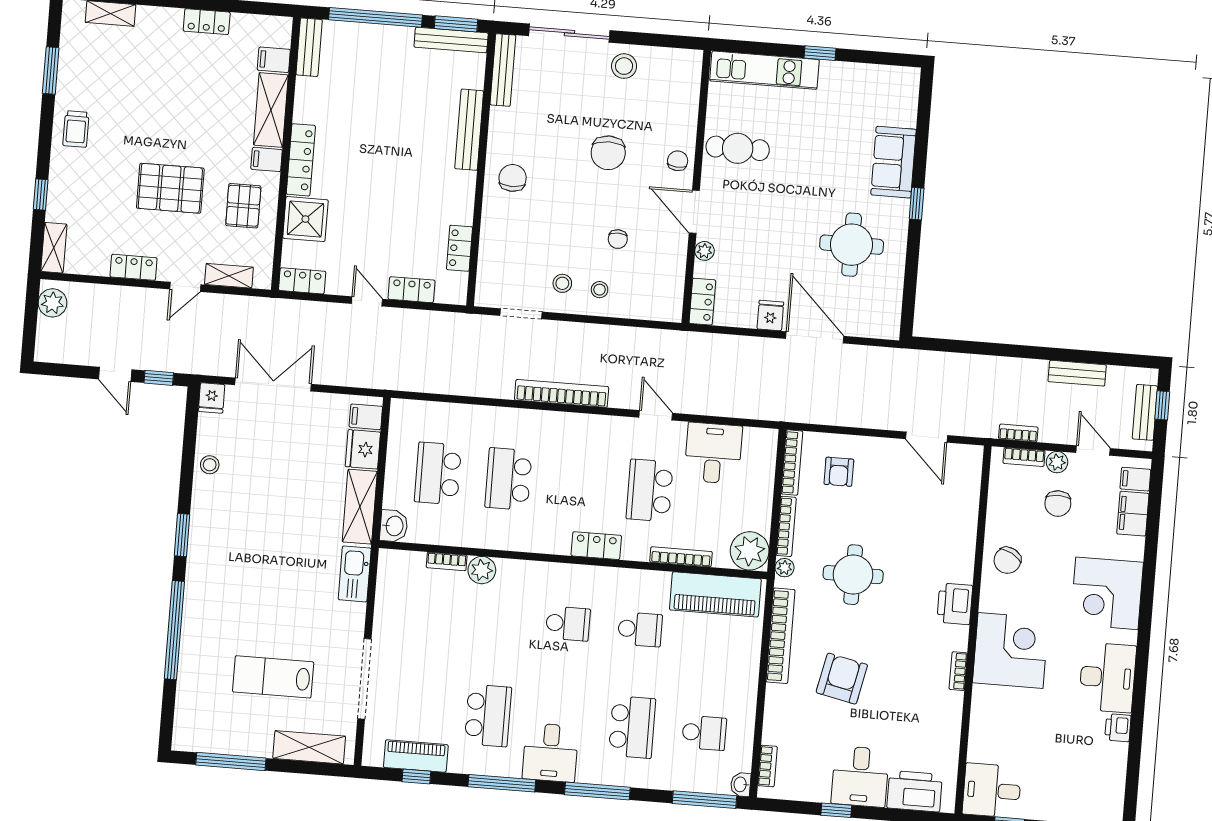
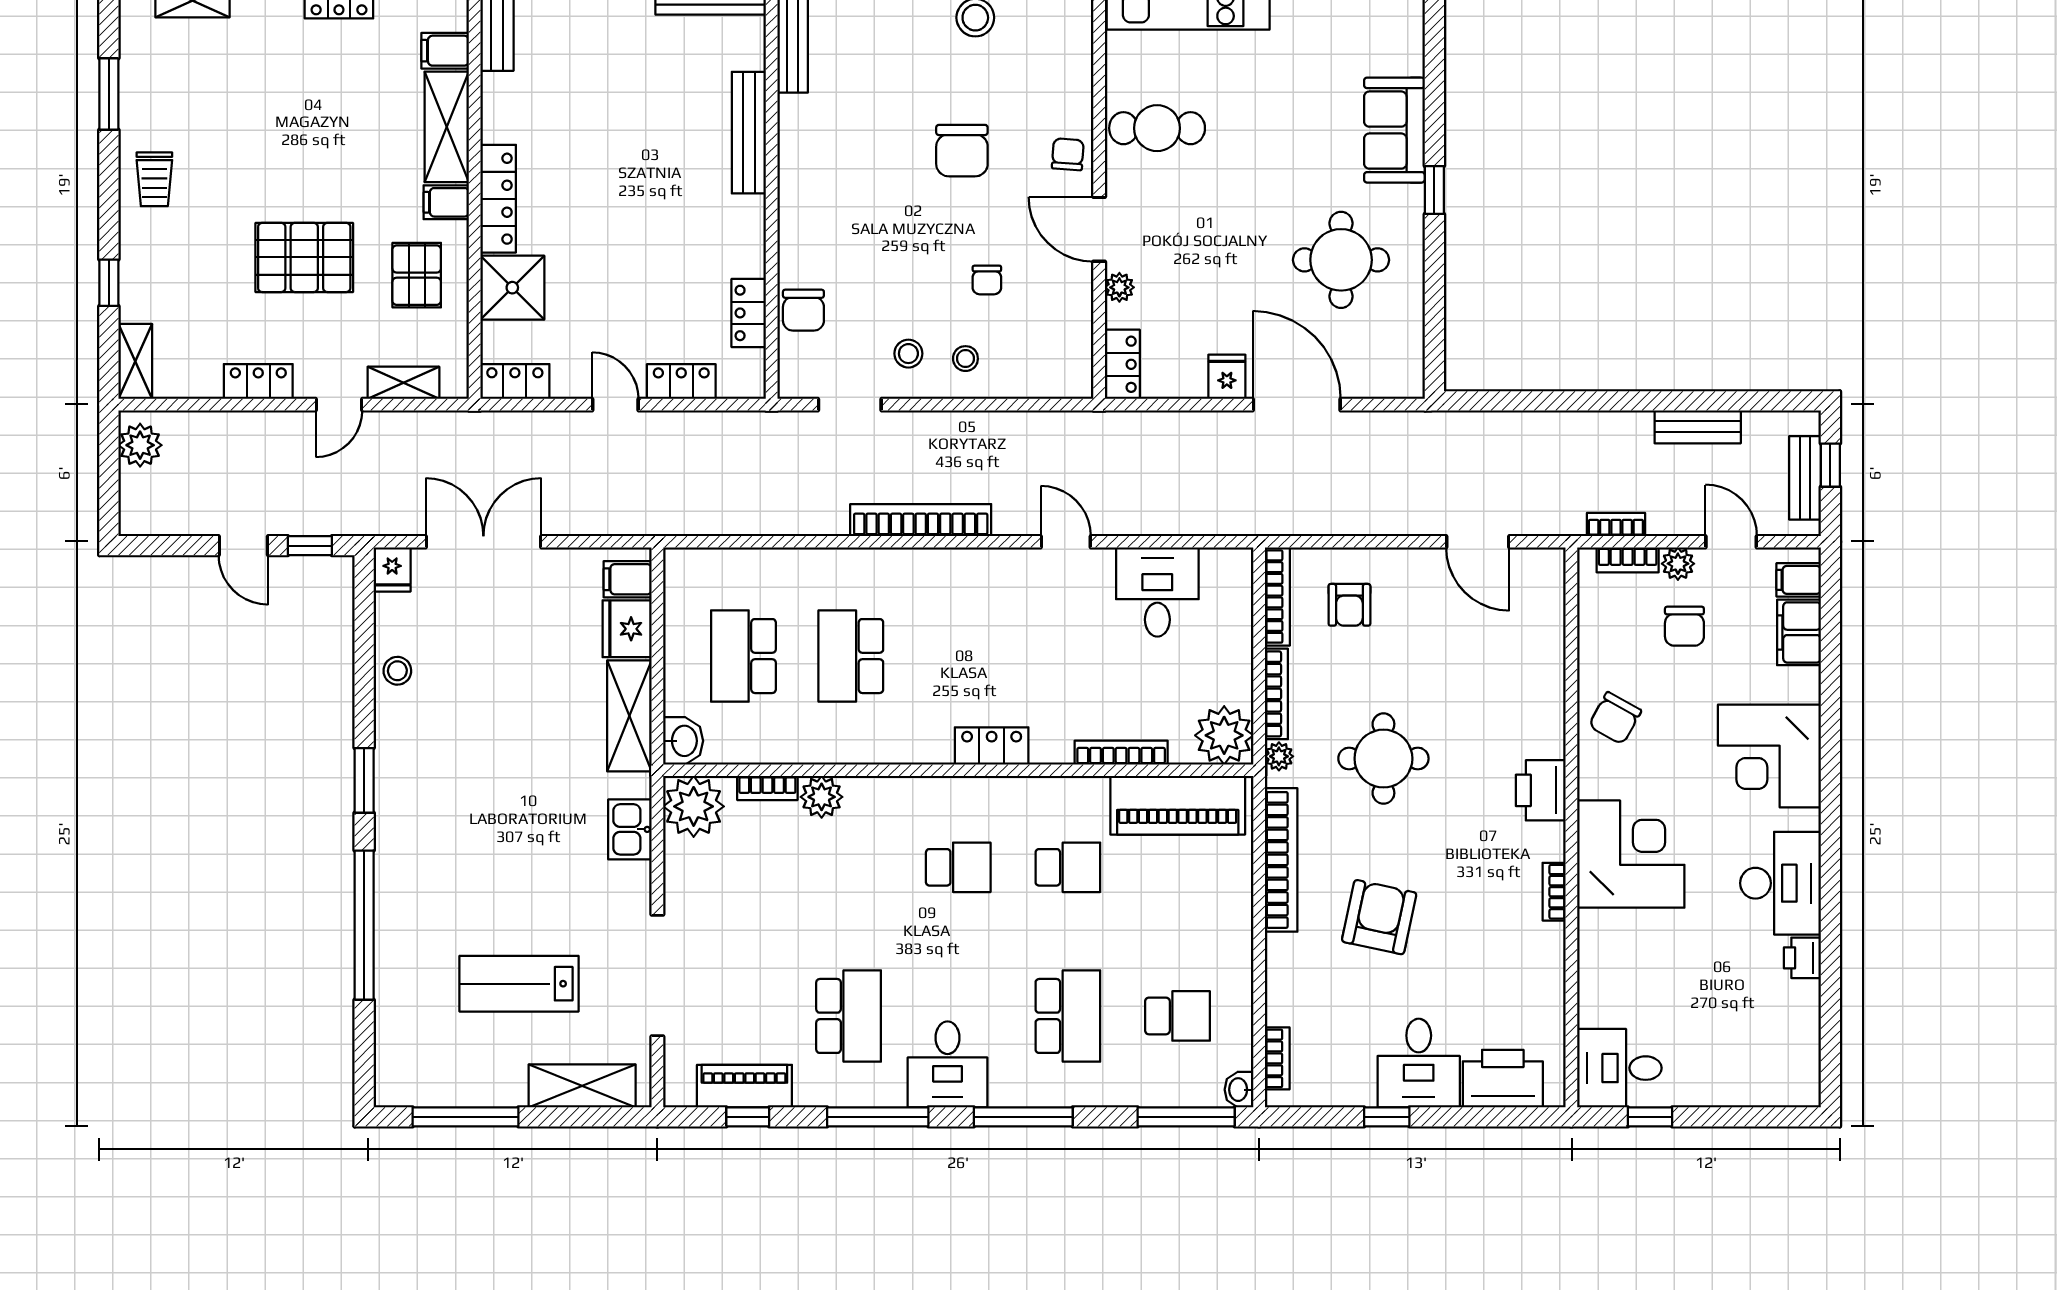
chair: (513, 178) -> (803, 310), moved, turned 180
school desk: (650, 490) -> (1066, 656), removed
plant: (397, 570) -> (694, 806), added
kitchen sink: (355, 574) -> (630, 829), width x0.73

